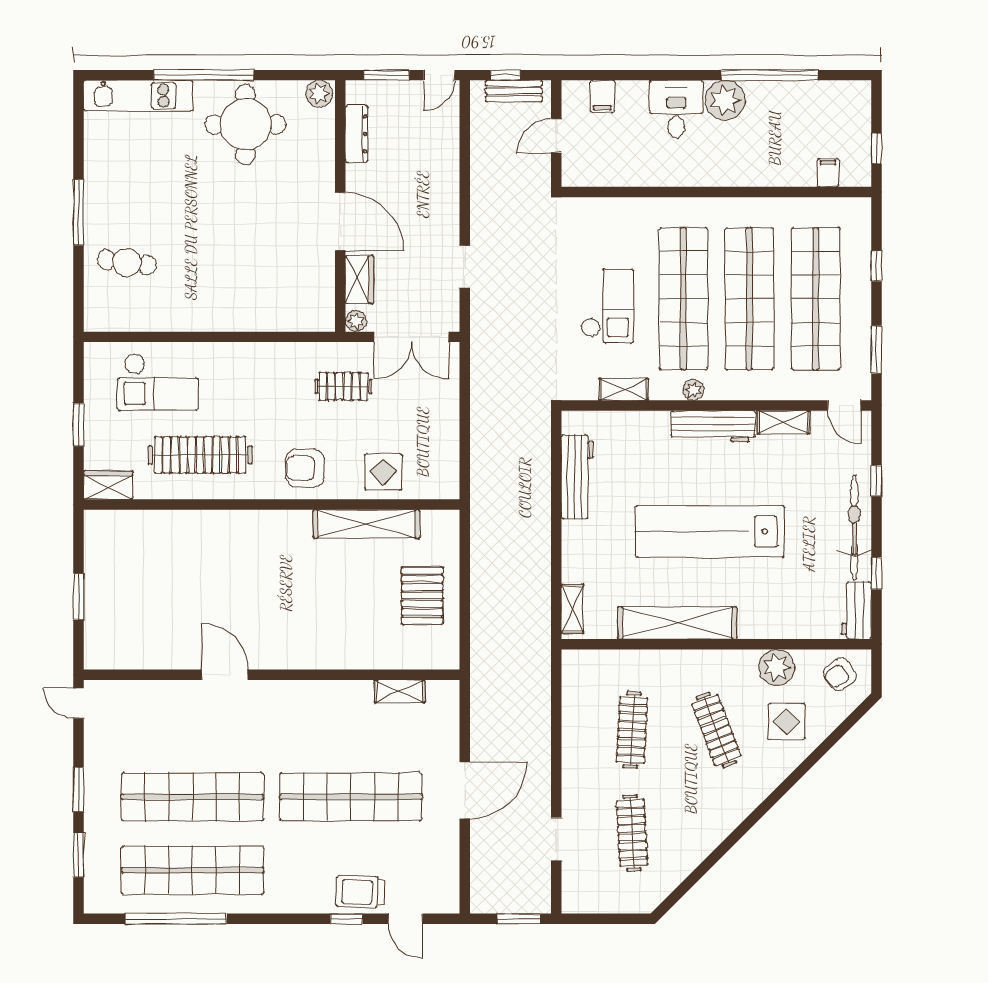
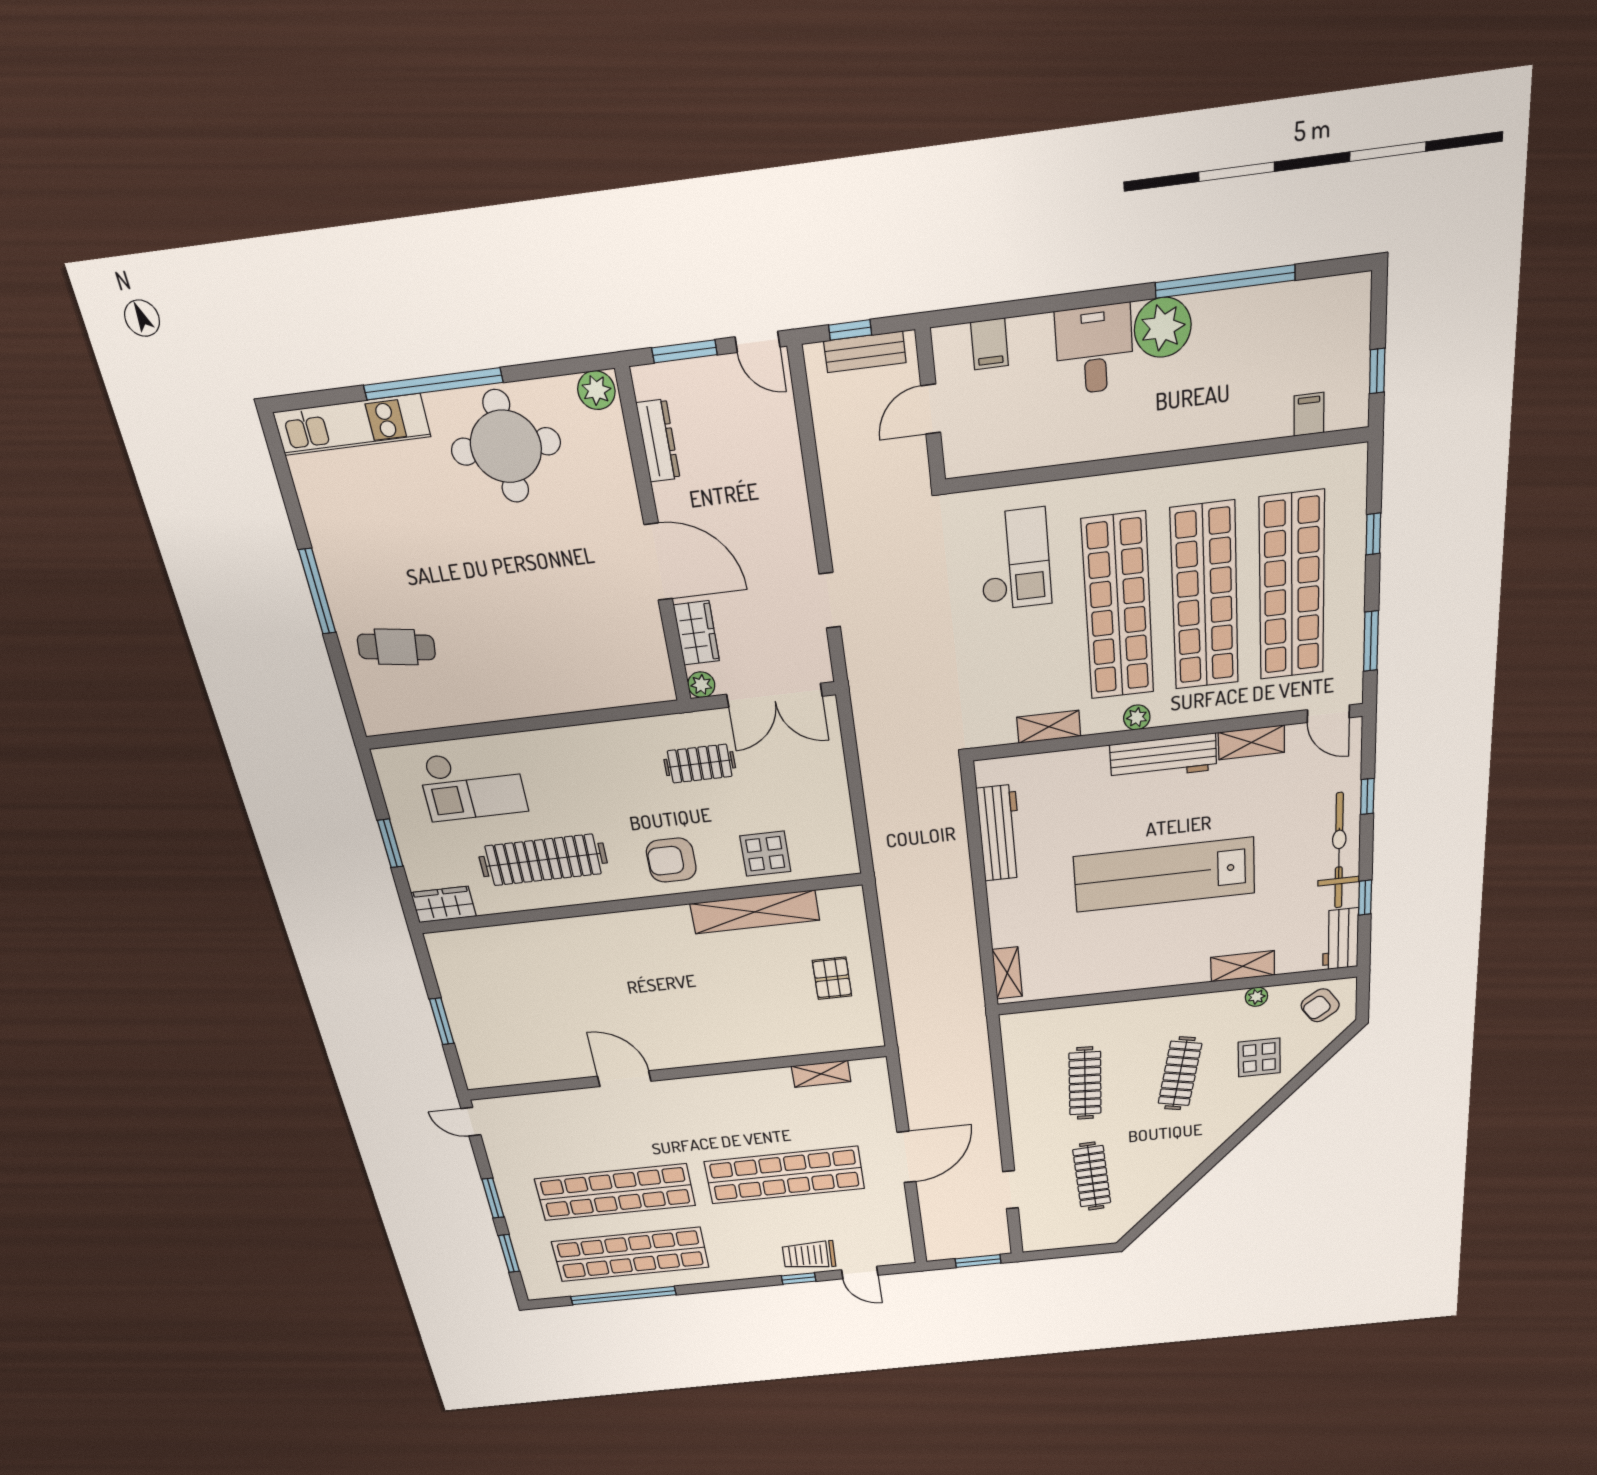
door: (439, 75) -> (757, 342), hinge flipped
checkout: (607, 306) -> (1014, 559), moved
pallet: (422, 596) -> (832, 978), width x0.67, depth x0.71
shelving: (677, 623) -> (1243, 966), moved, width x0.45, depth x0.75
plant: (777, 667) -> (1256, 997), width x0.53, depth x0.53
clothes rail: (716, 730) -> (1180, 1074), turned 33

